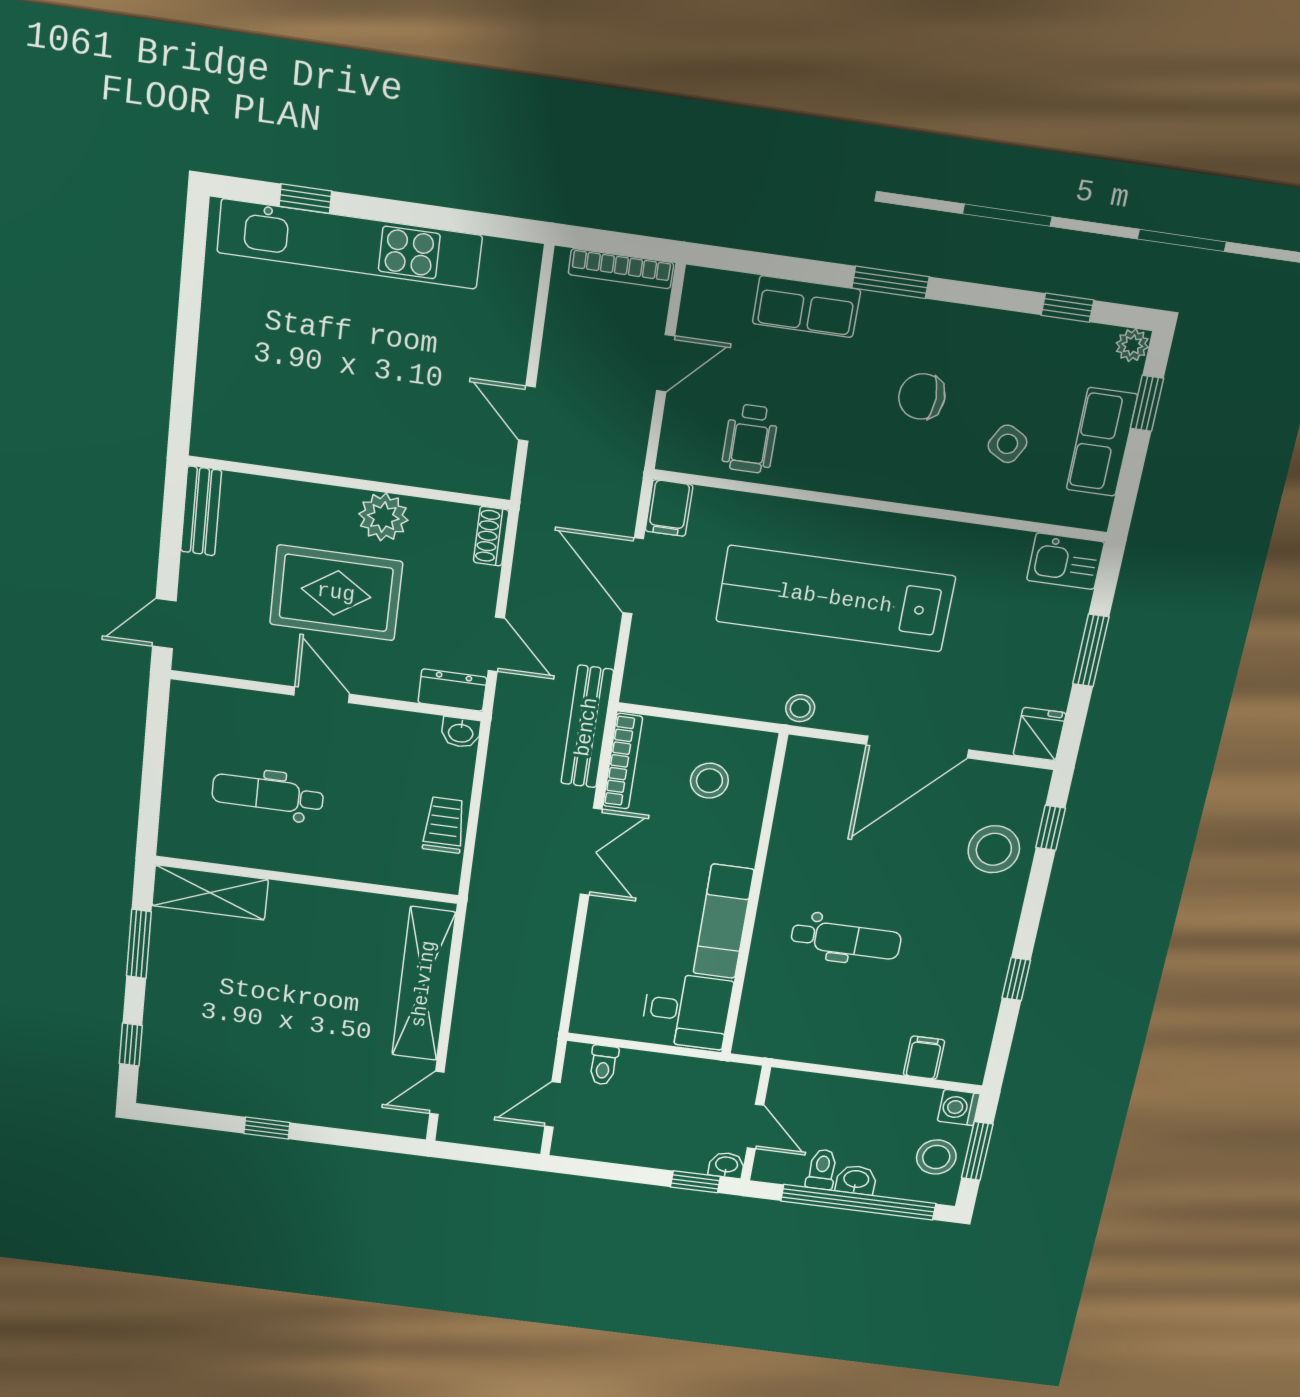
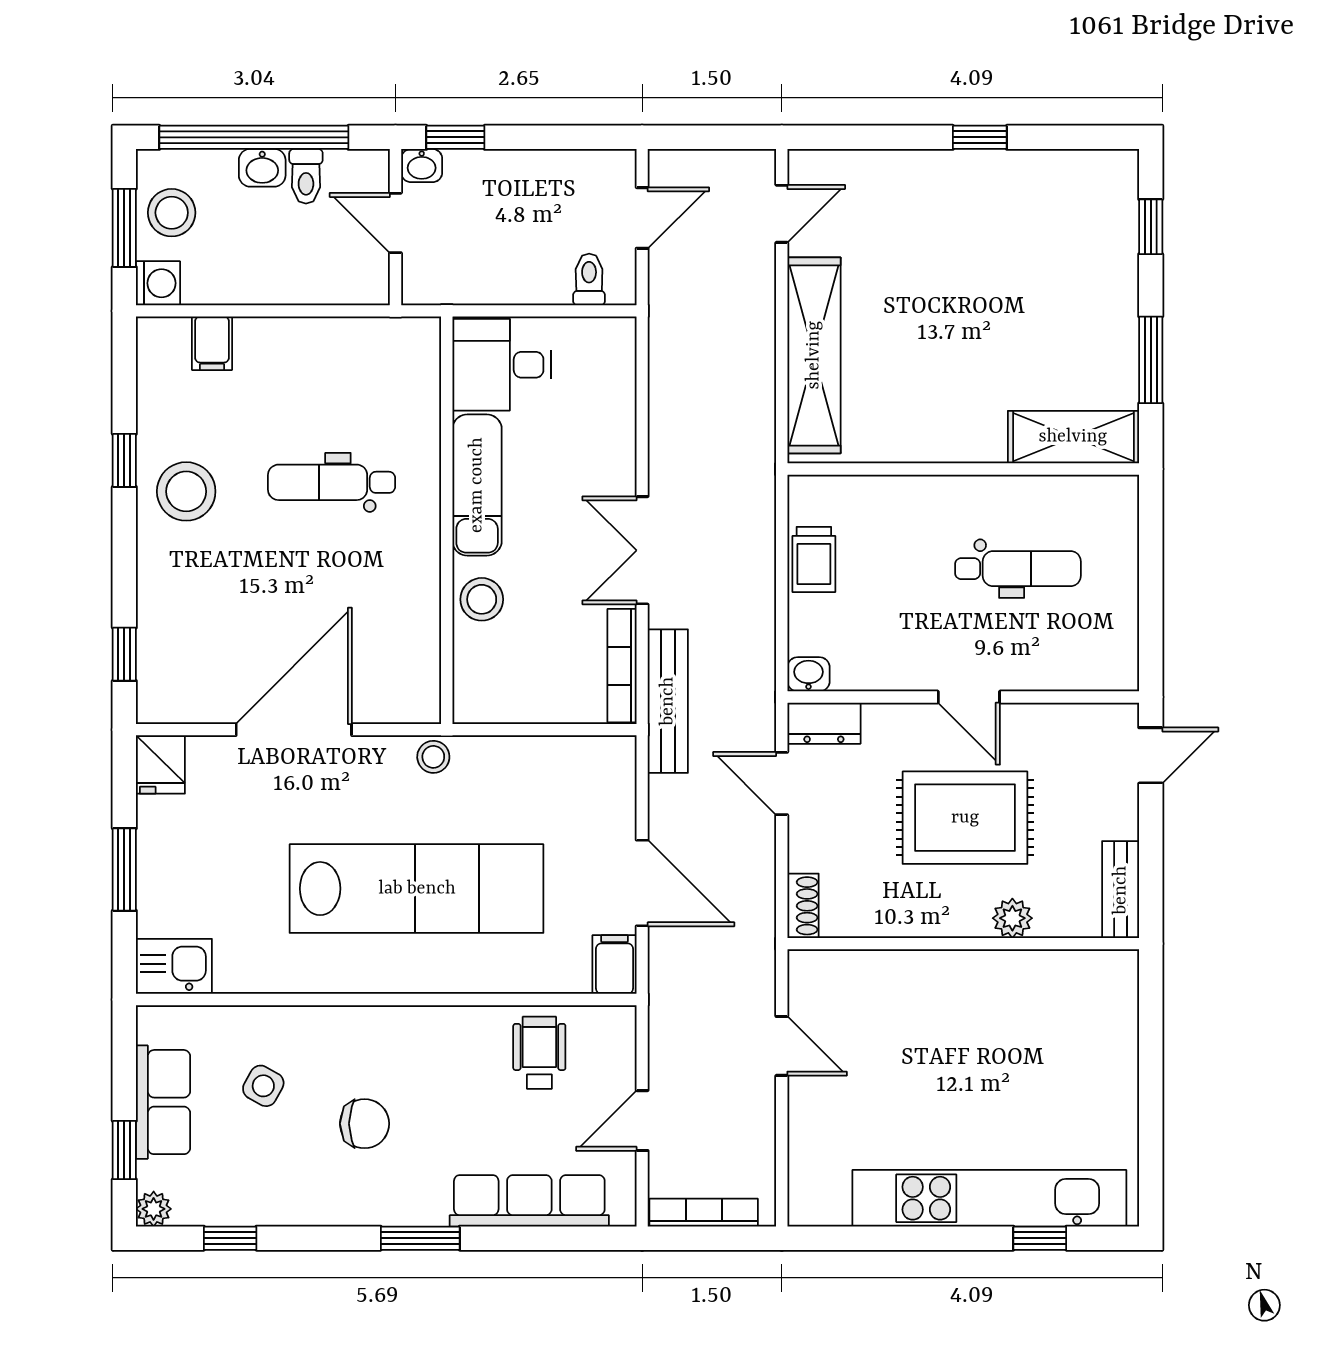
row of seats: (806, 307) -> (529, 1201), width x1.48
plant: (383, 517) -> (1012, 918), moved, width x0.73, depth x0.73
stool: (709, 781) -> (482, 599), moved
stool: (994, 849) -> (186, 491), moved

